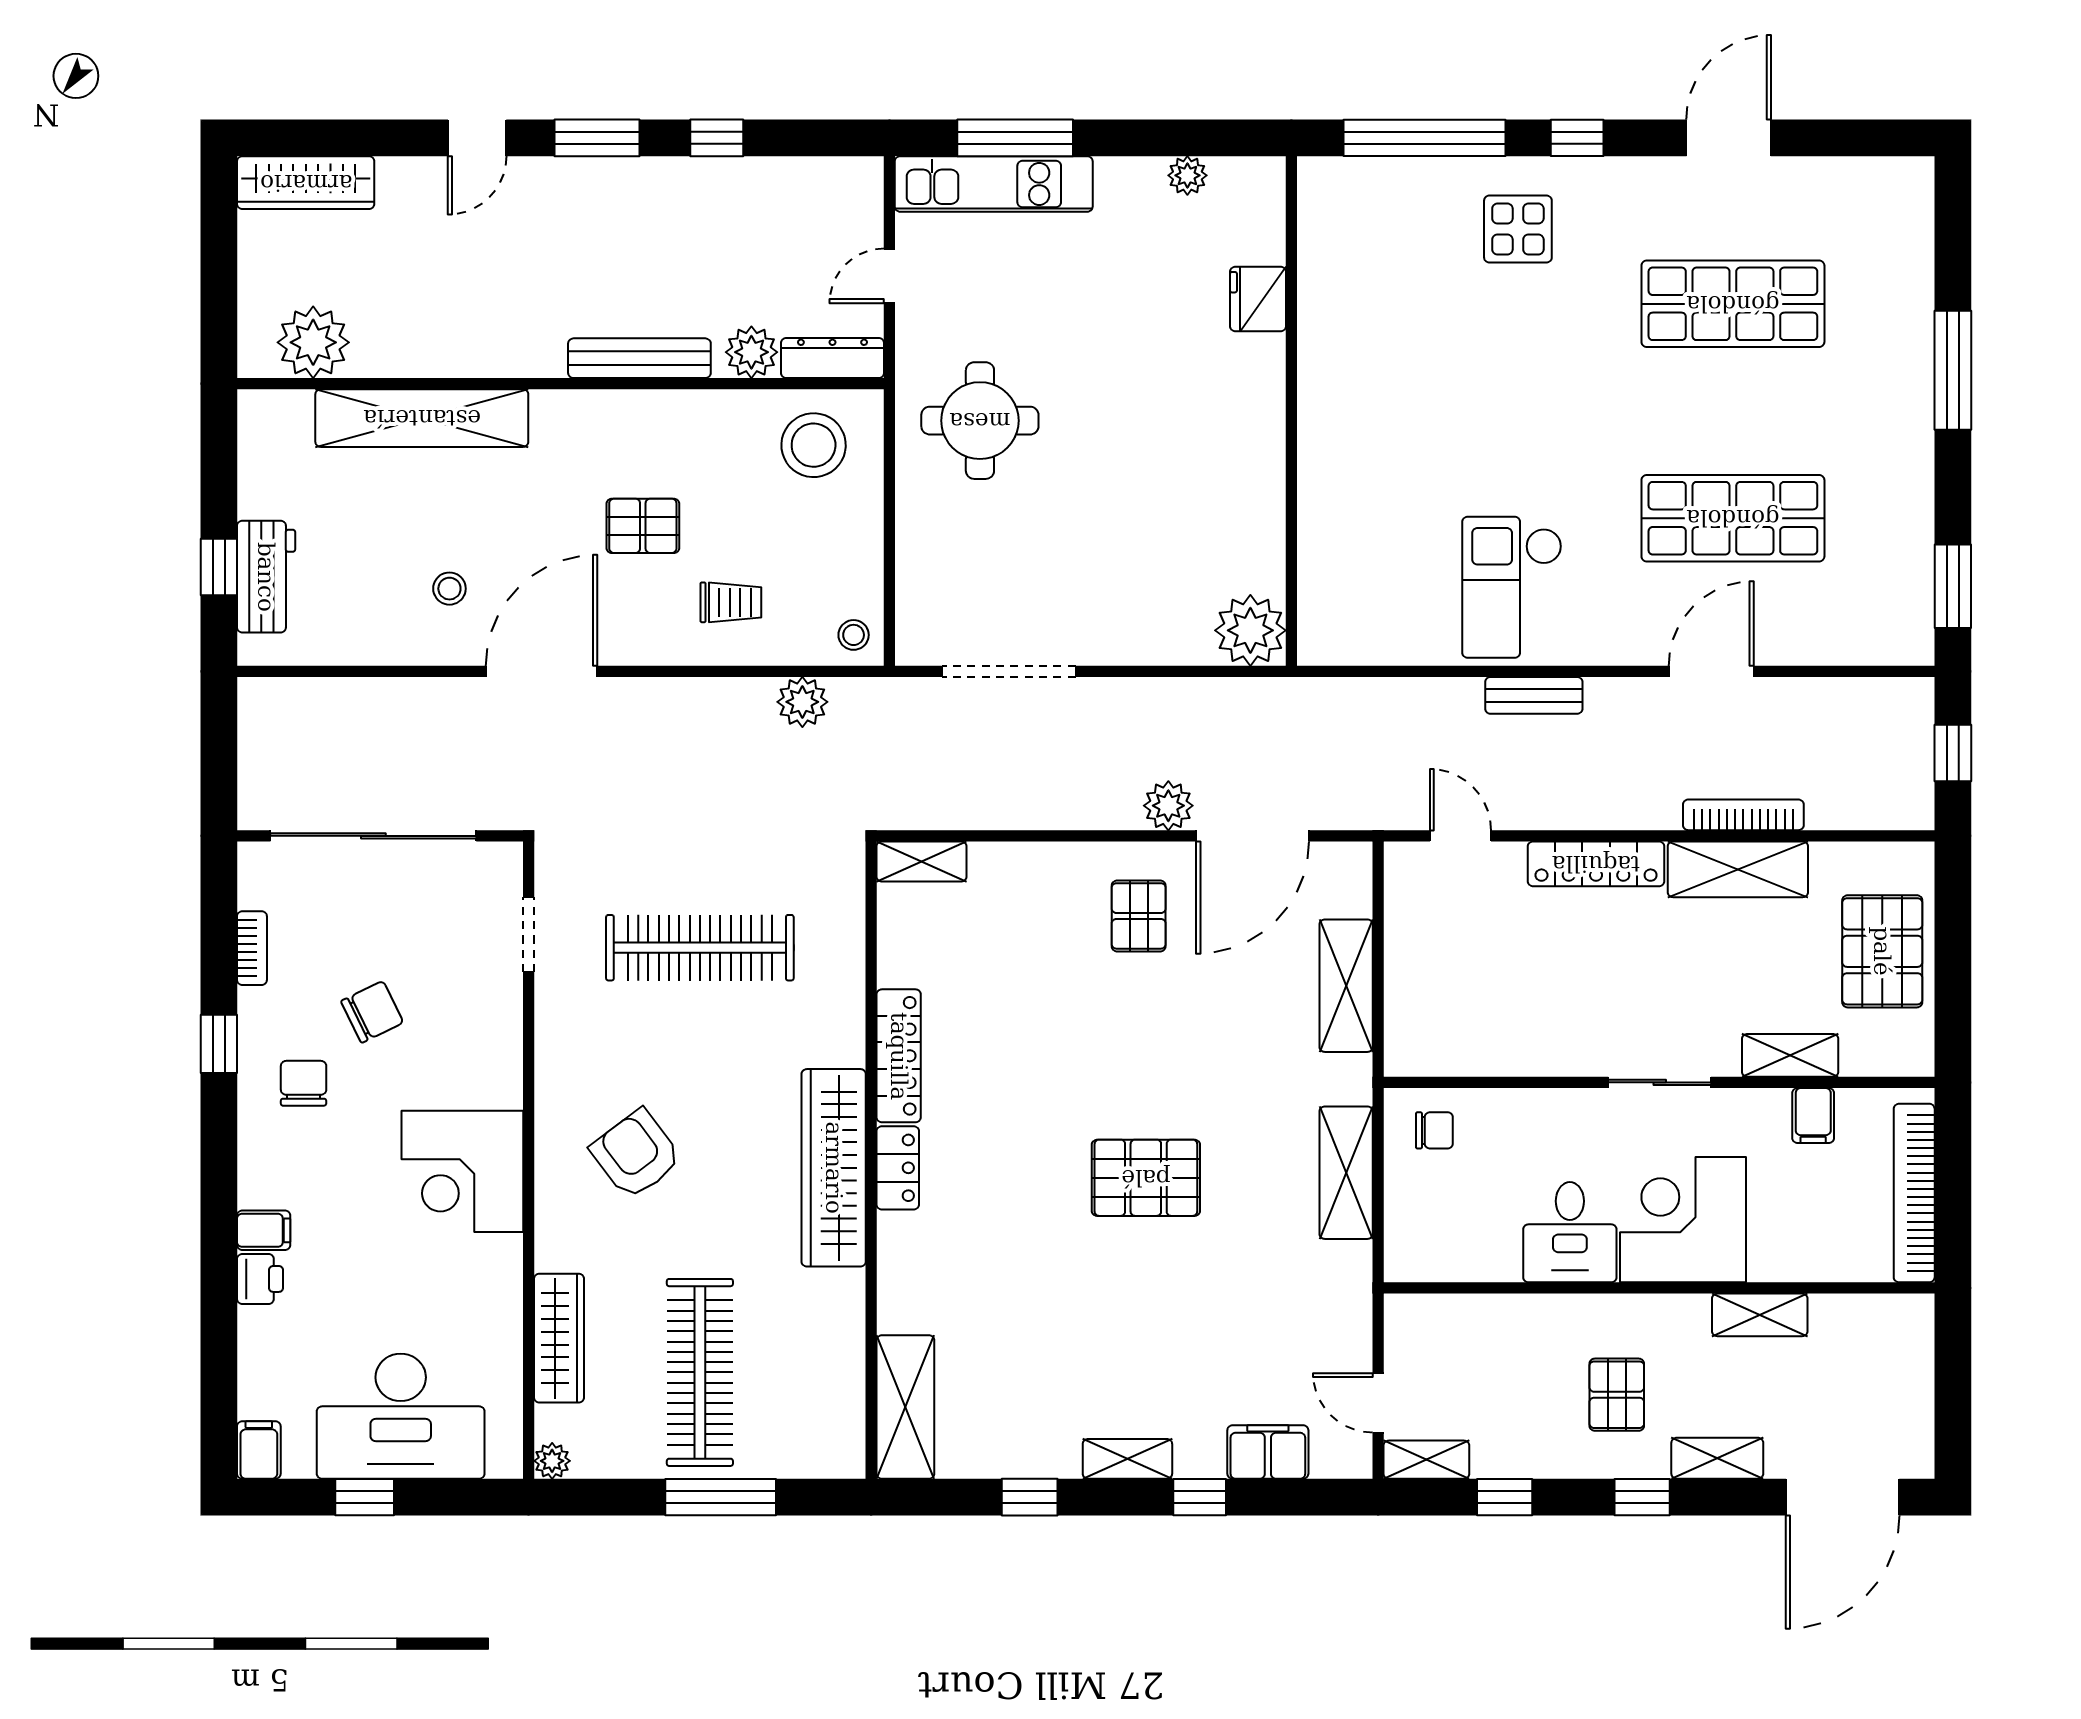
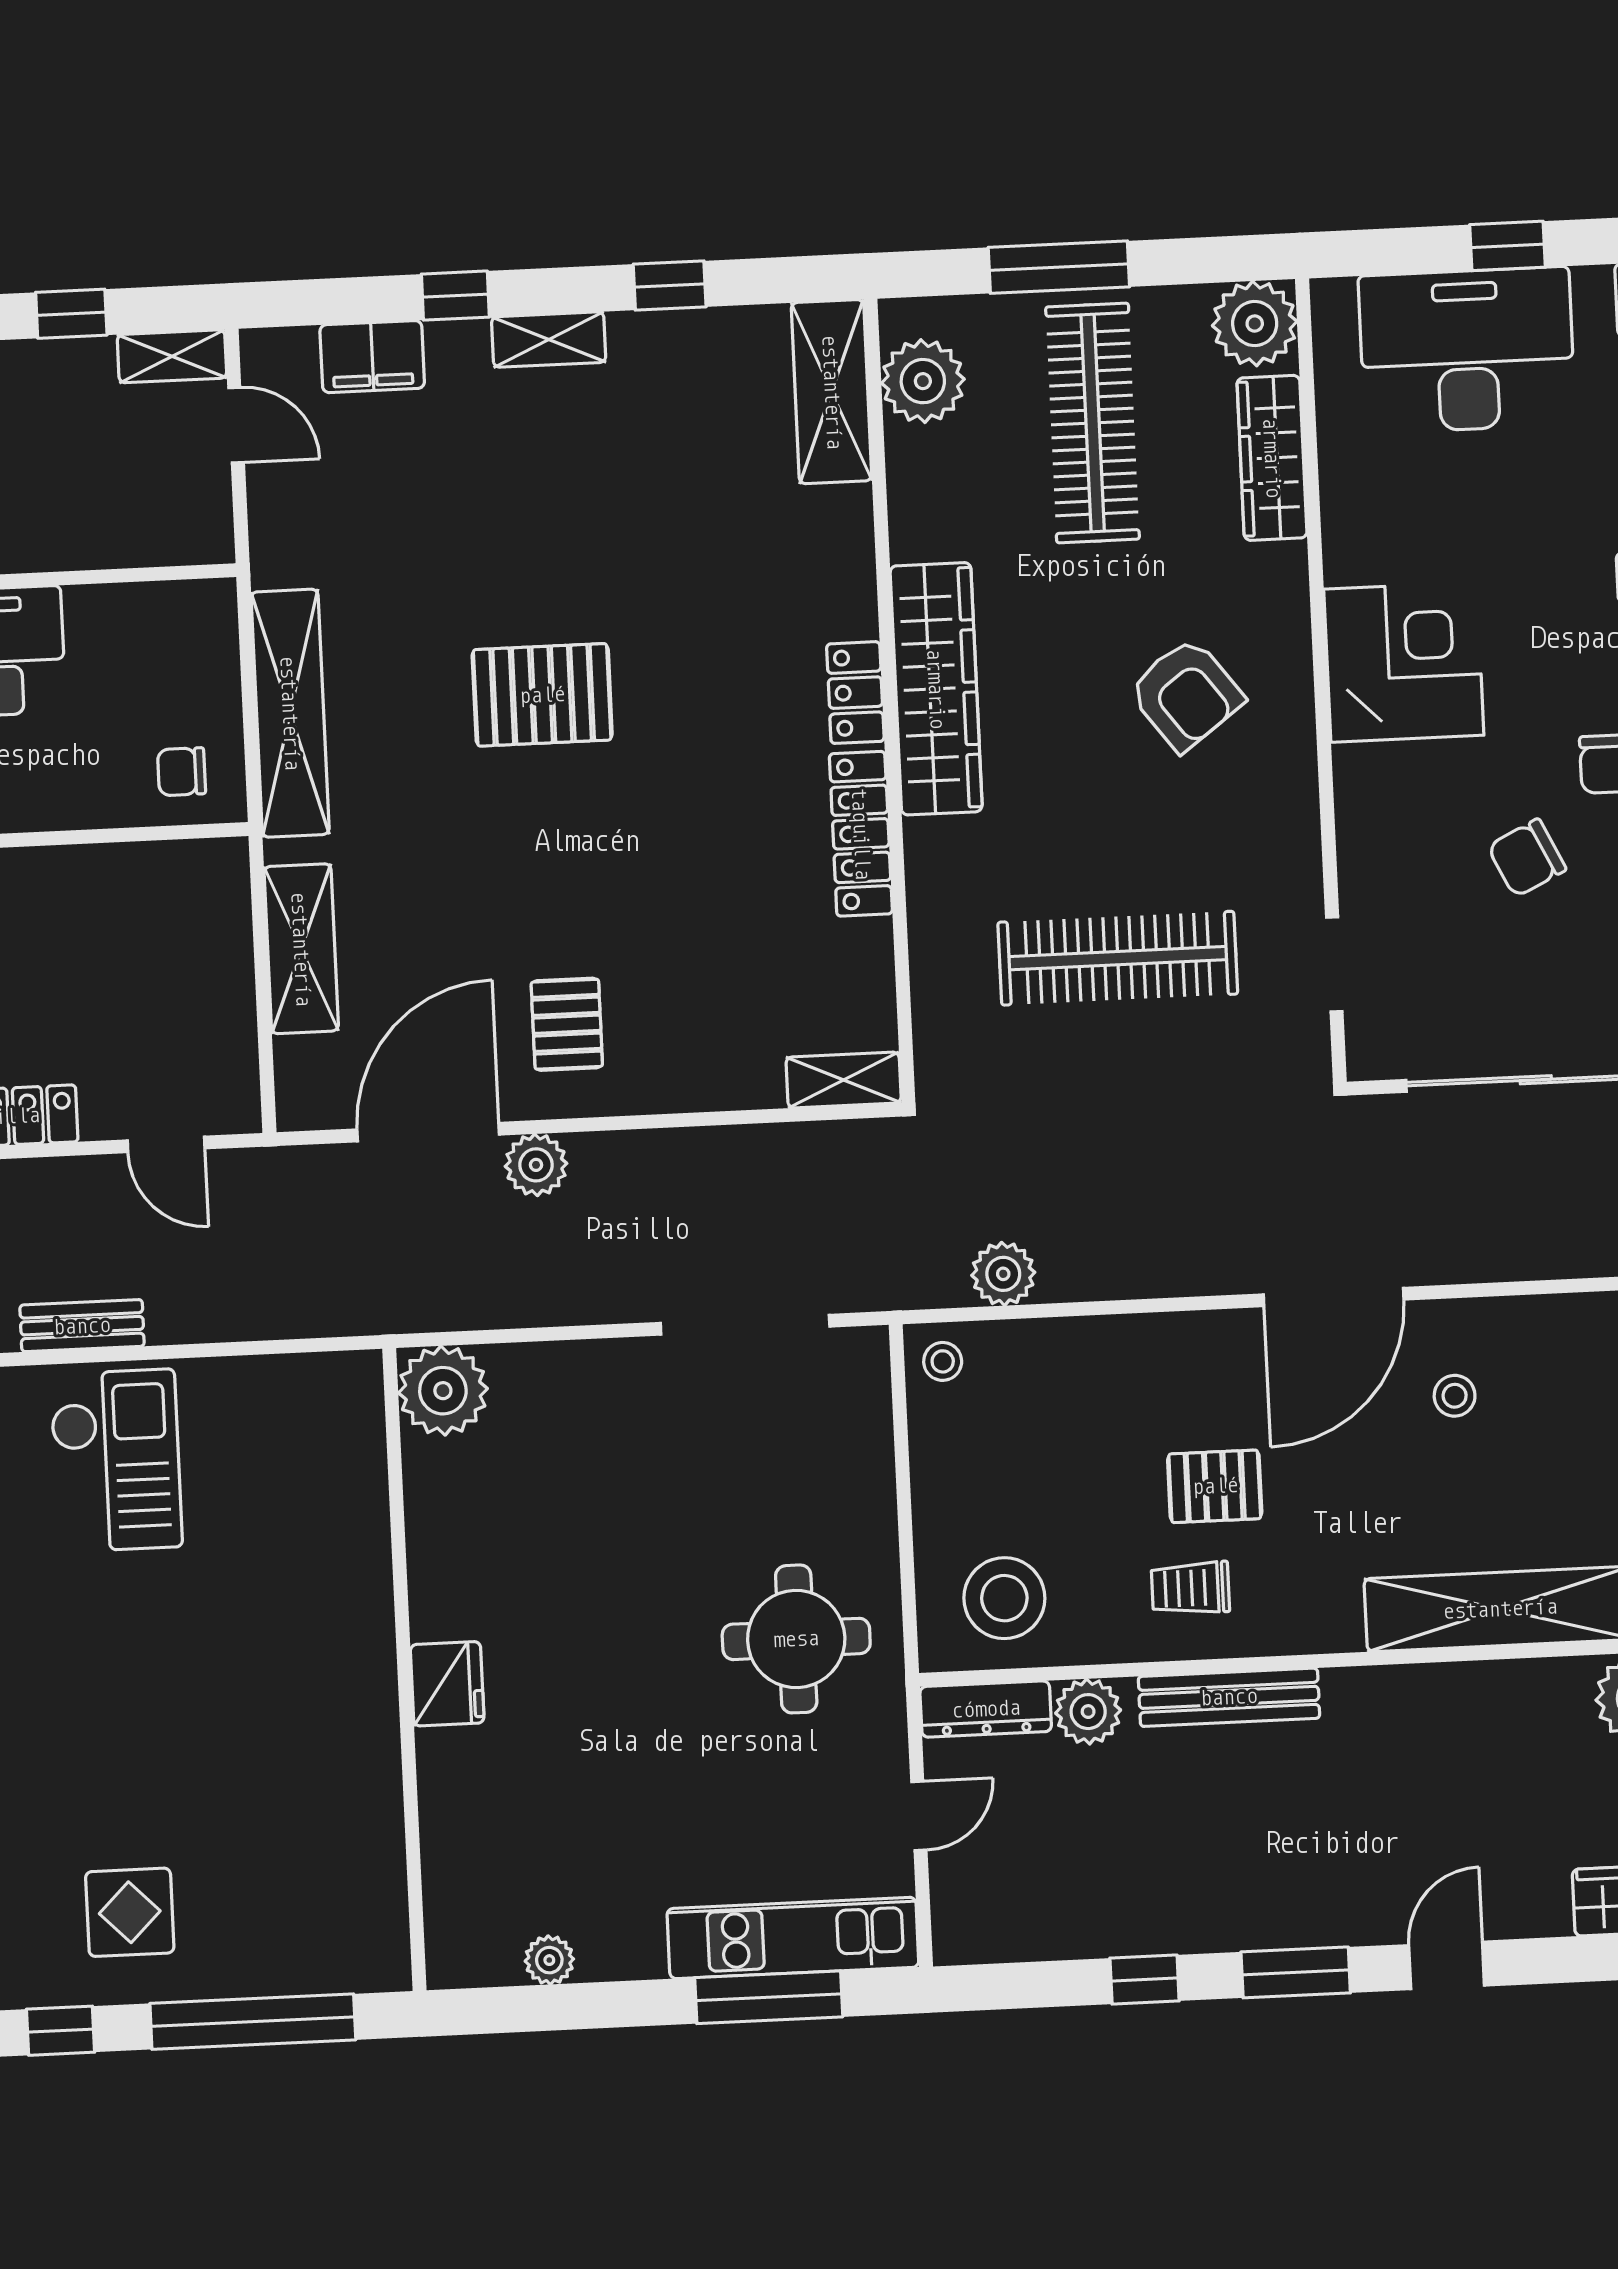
fridge: (1258, 299) -> (447, 1684), moved
trolley: (731, 602) -> (1190, 1588), moved
shelving: (1346, 1173) -> (290, 713), width x1.47
plant: (833, 1412) -> (923, 381), added
plant: (552, 1461) -> (1255, 324), width x1.88, depth x1.88

